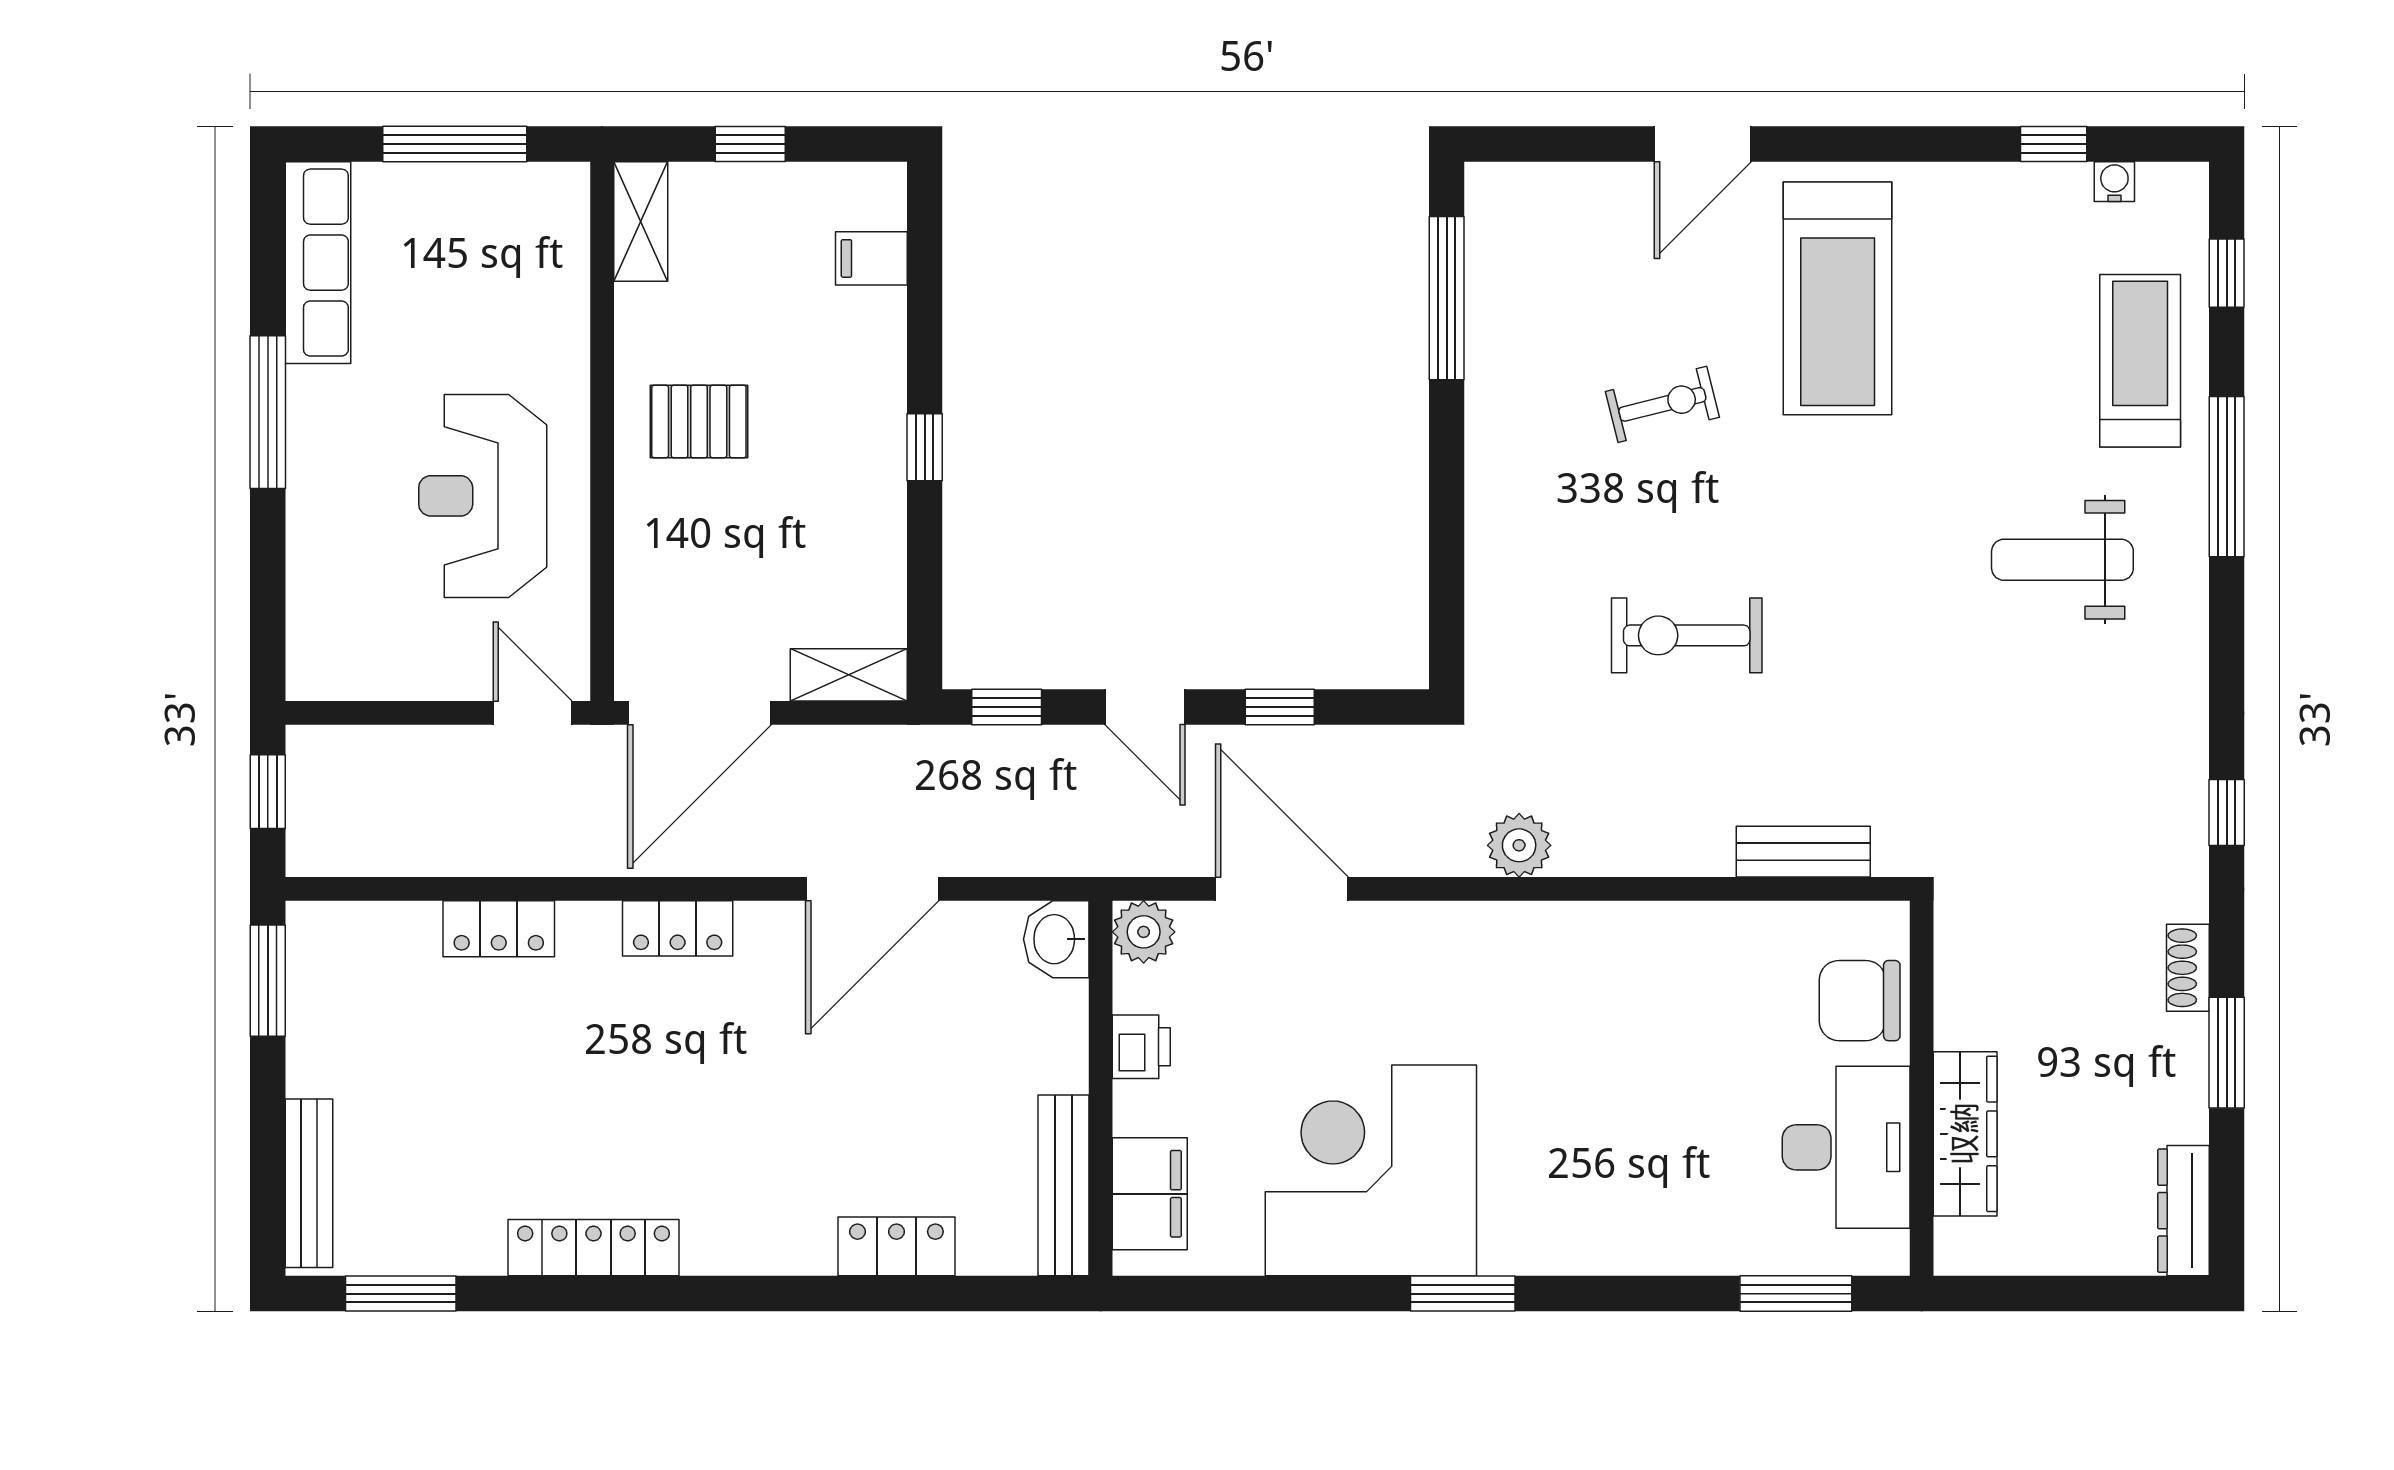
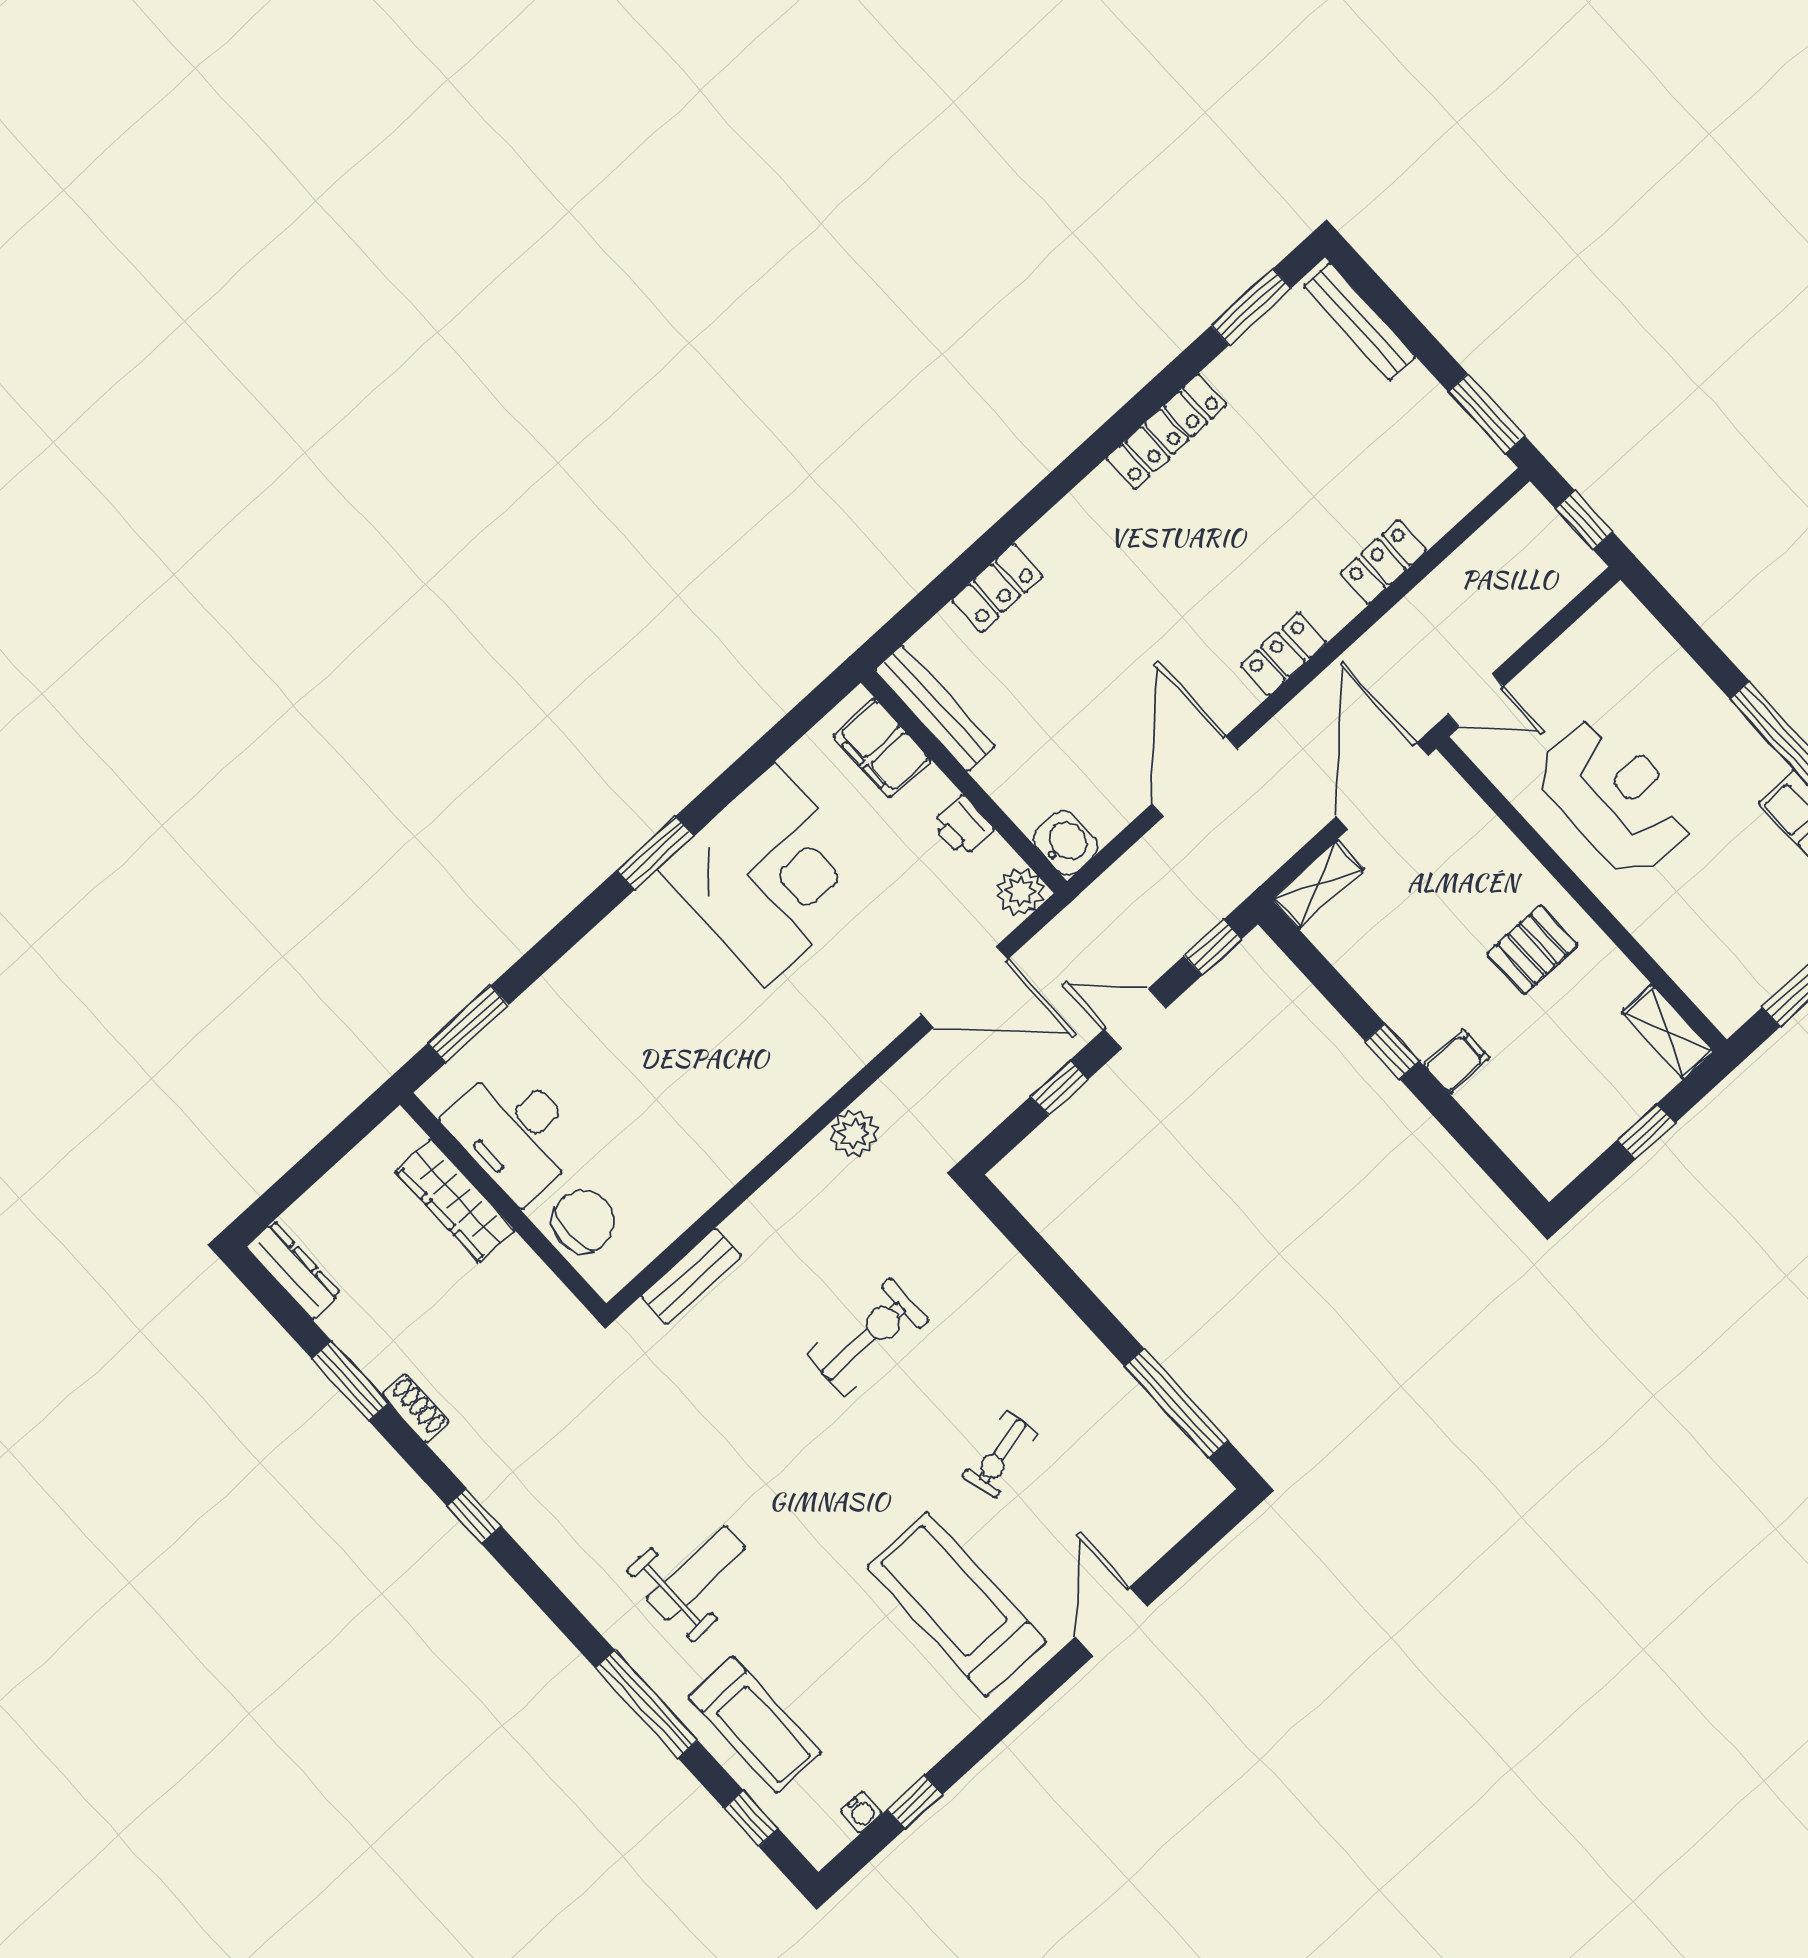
filing cabinet: (871, 258) -> (1457, 1061), moved

